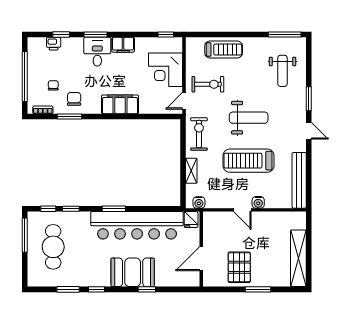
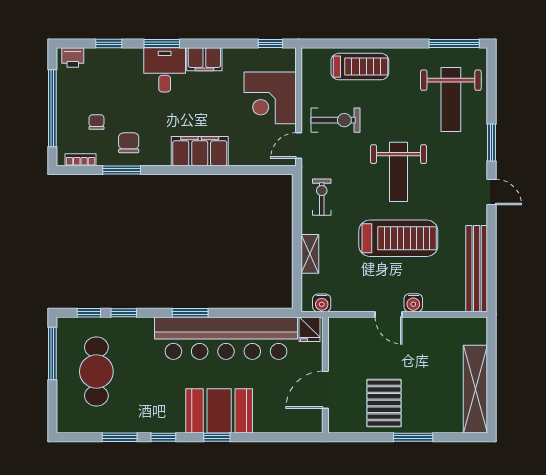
printer: (54, 44) -> (73, 57), moved
weight bench: (283, 71) -> (451, 100), width x1.36, depth x1.33
weight bench: (249, 118) -> (399, 172), turned 90
exercise bike: (199, 134) -> (322, 197), width x0.73, depth x0.72
treadmill: (249, 161) -> (398, 238), turned 180
window: (147, 289) -> (217, 437), moved

